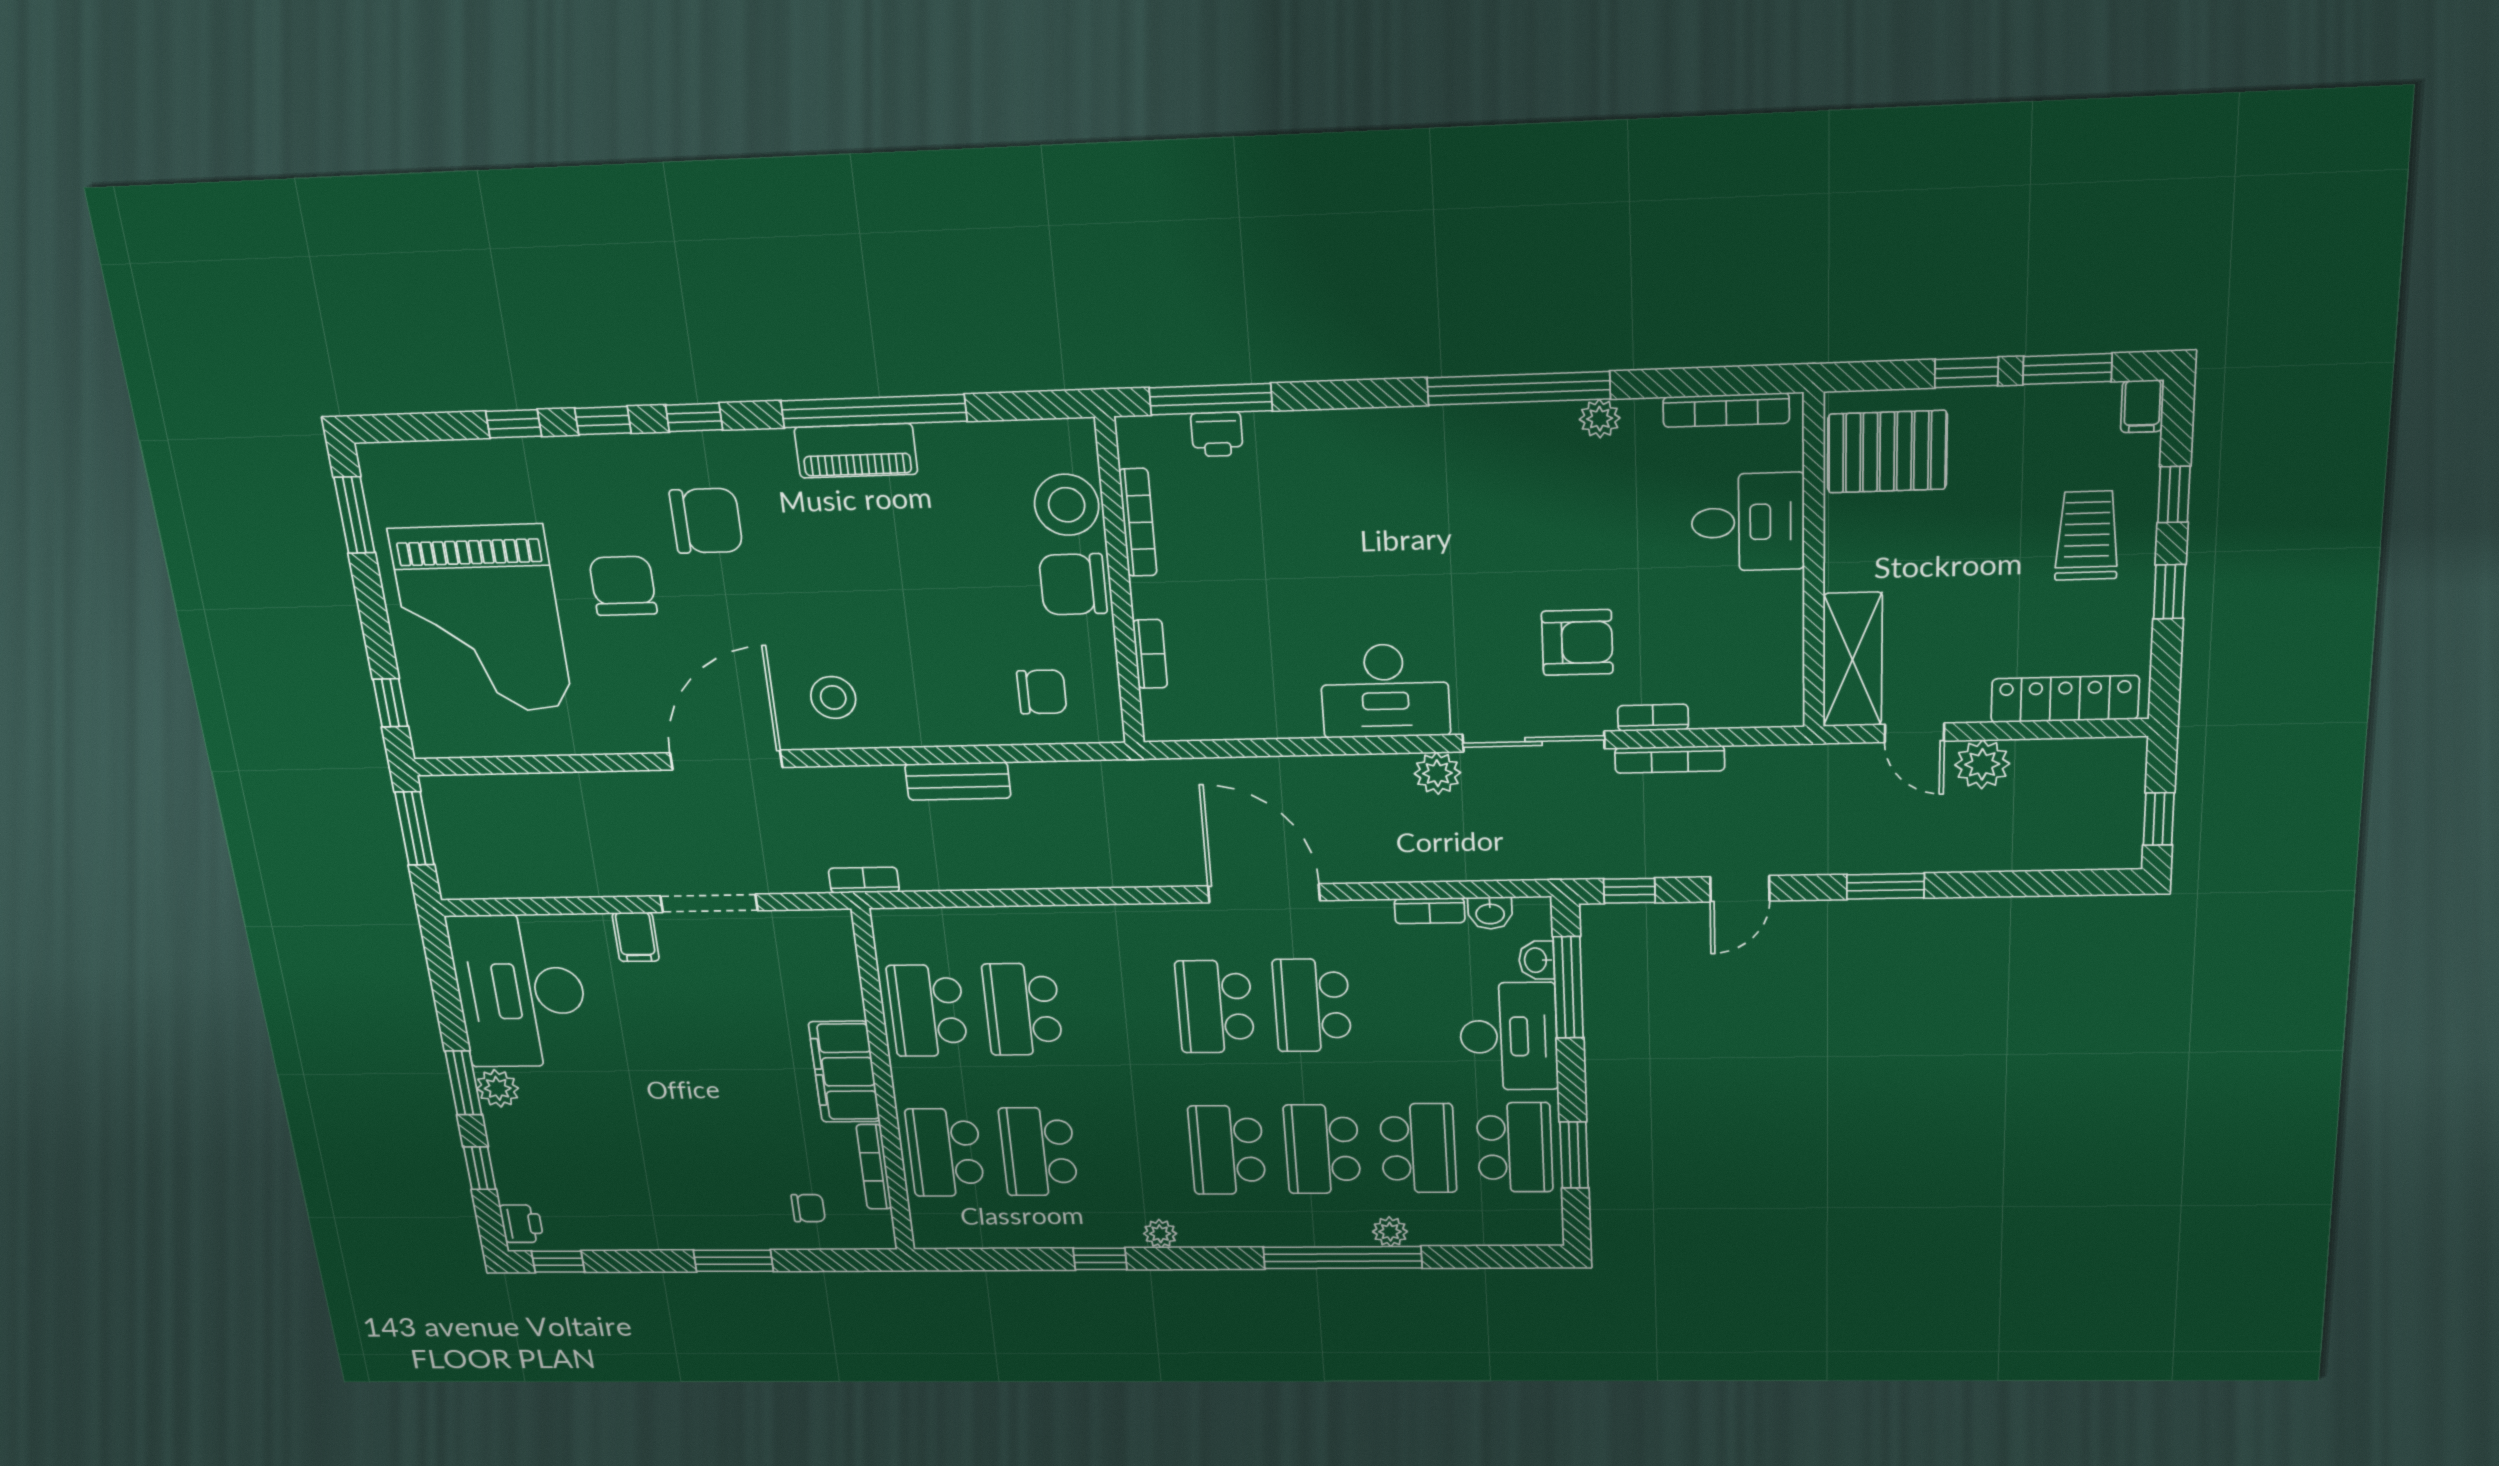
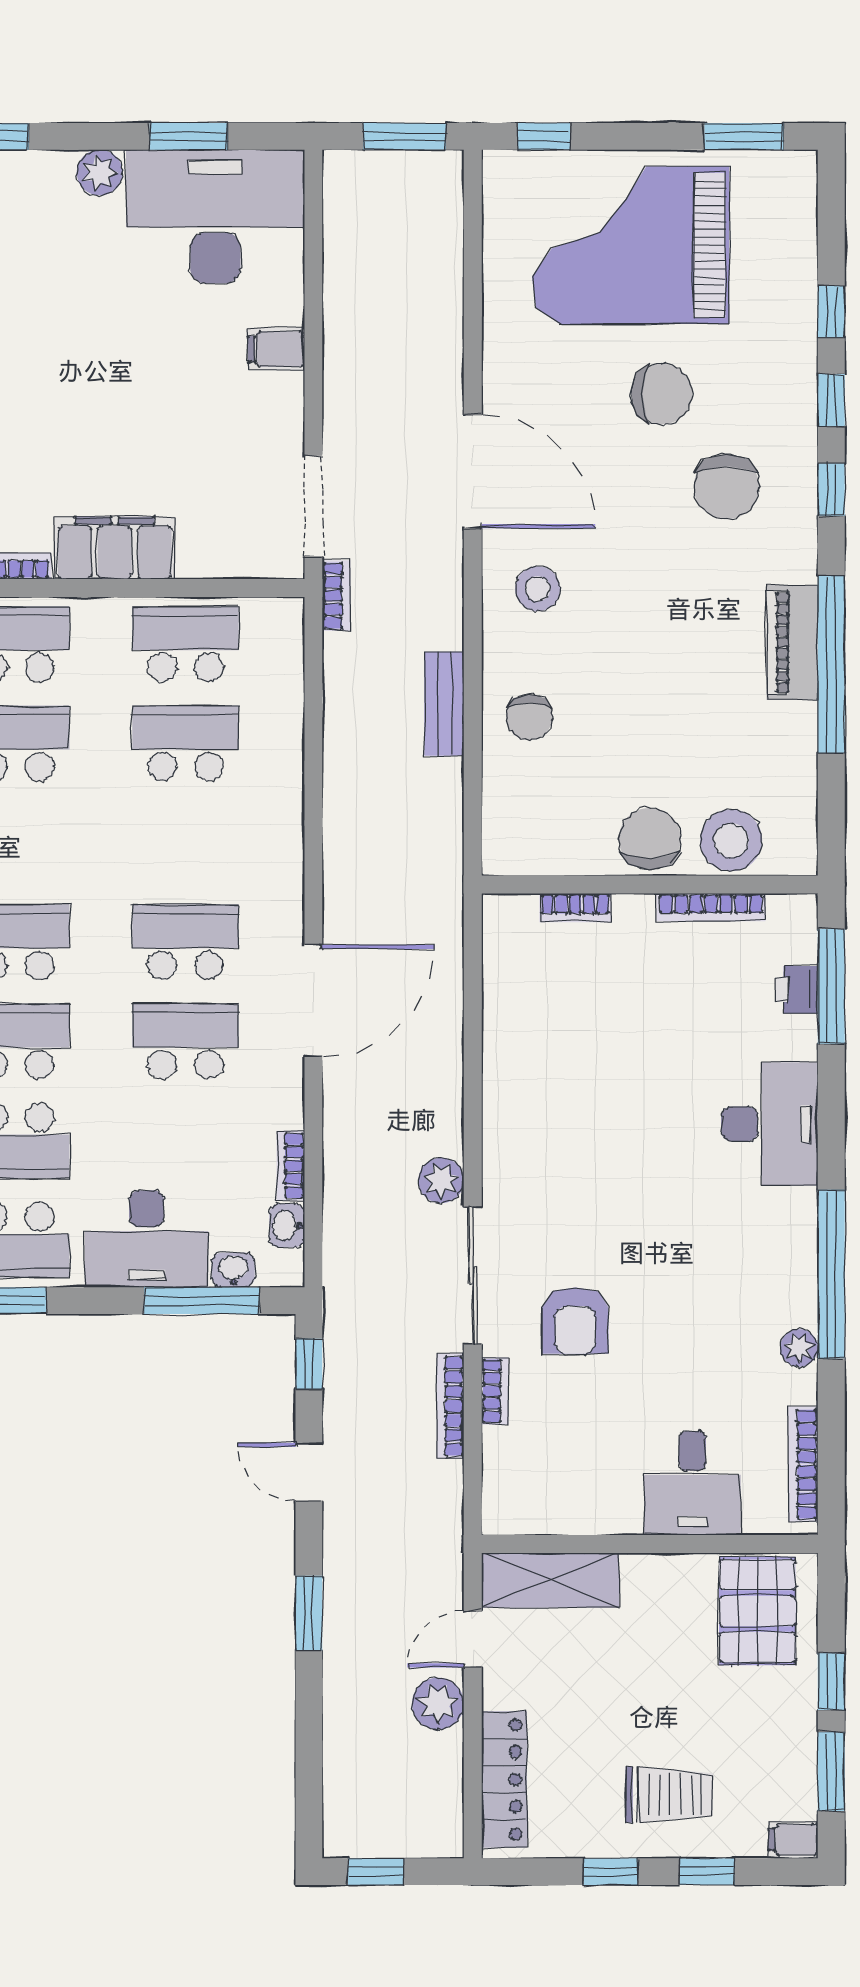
desk: (1385, 691) -> (770, 1124), moved, turned 180
chair: (1042, 692) -> (529, 717), moved
doorway: (709, 903) -> (313, 506), moved
window: (463, 1083) -> (189, 136), moved

